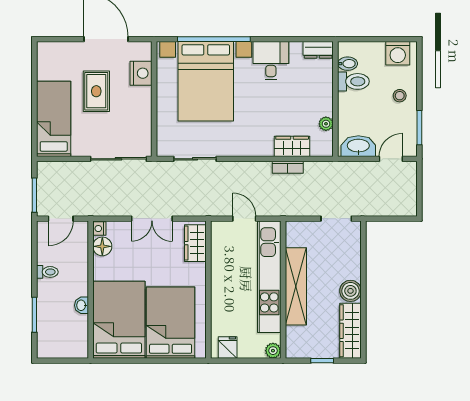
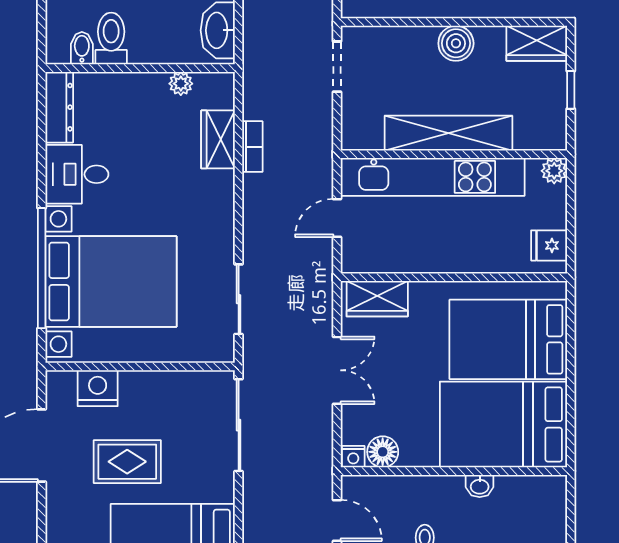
dresser: (318, 50) -> (59, 107), width x1.44
wardrobe: (350, 331) -> (537, 43), width x0.67

